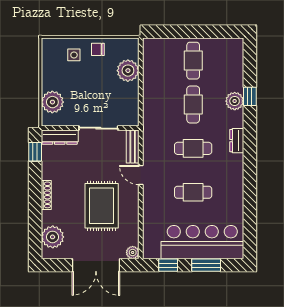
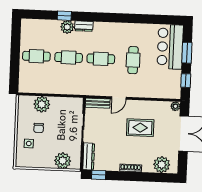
chair: (98, 49) -> (39, 128), moved
dresser: (237, 141) -> (84, 26), moved
cafe table: (193, 148) -> (101, 59), turned 90
rug: (102, 206) -> (140, 128), width x0.73, depth x0.70
bar counter: (202, 242) -> (170, 47), width x0.73

